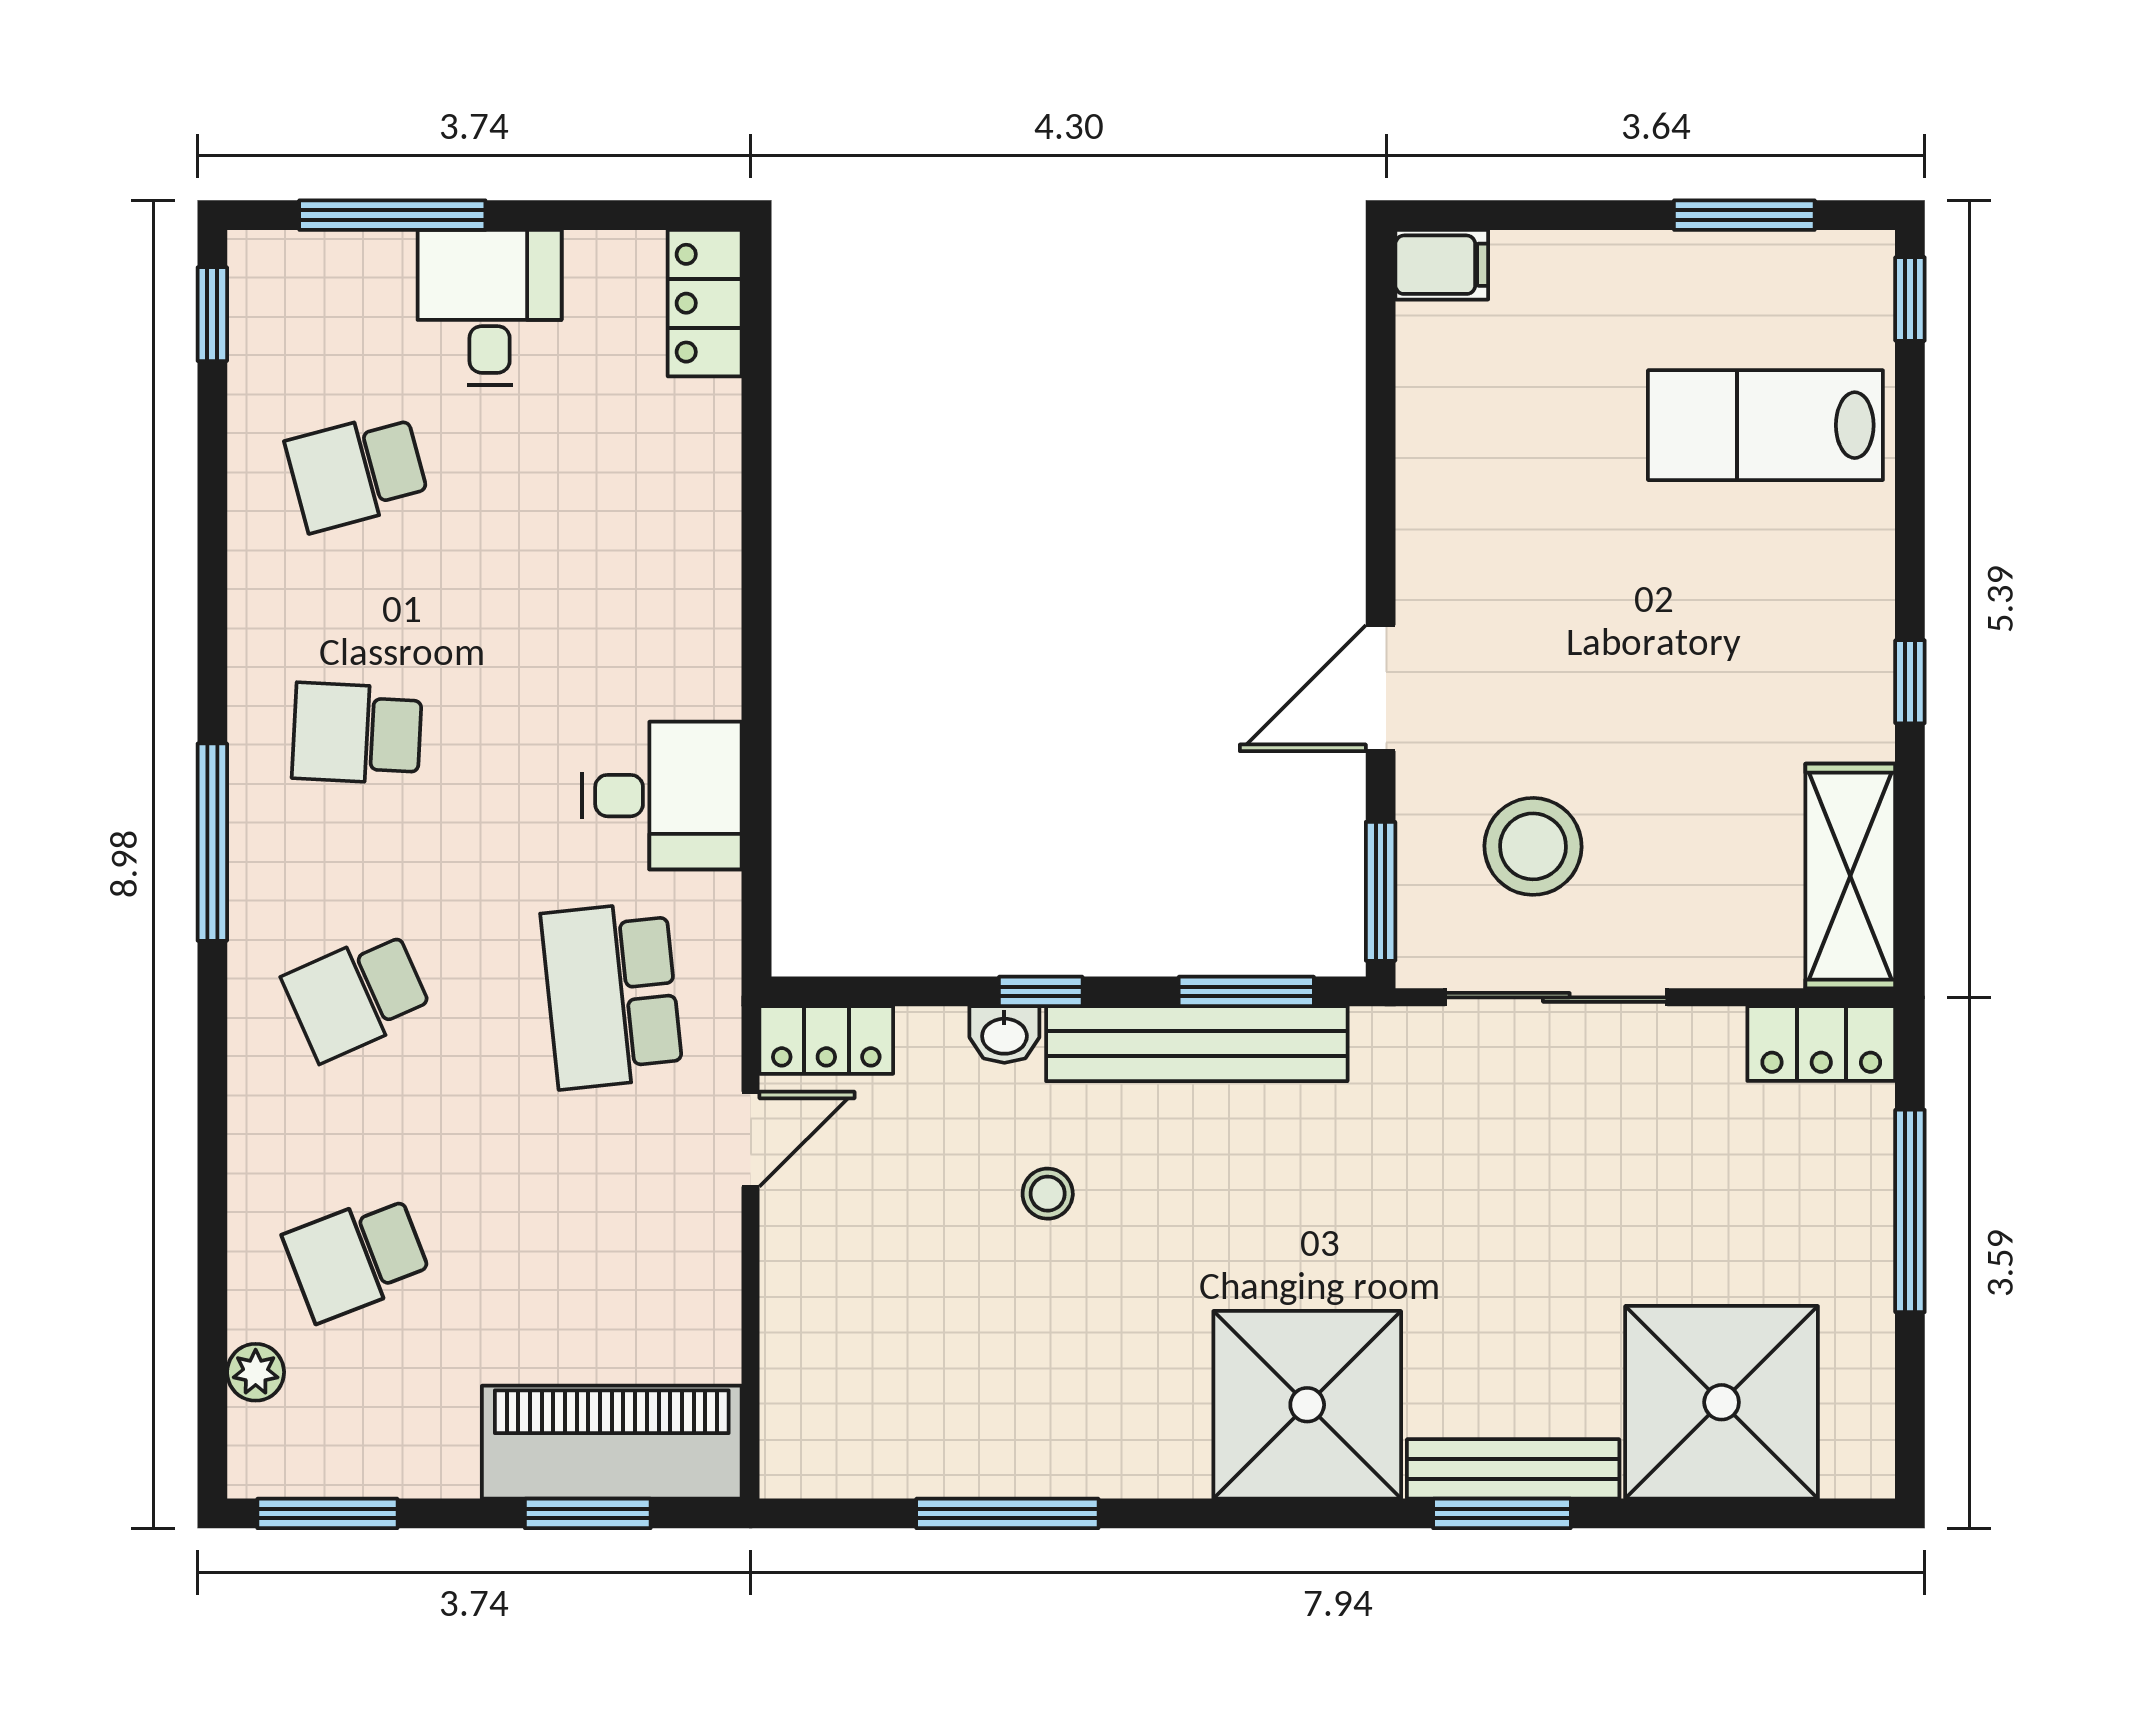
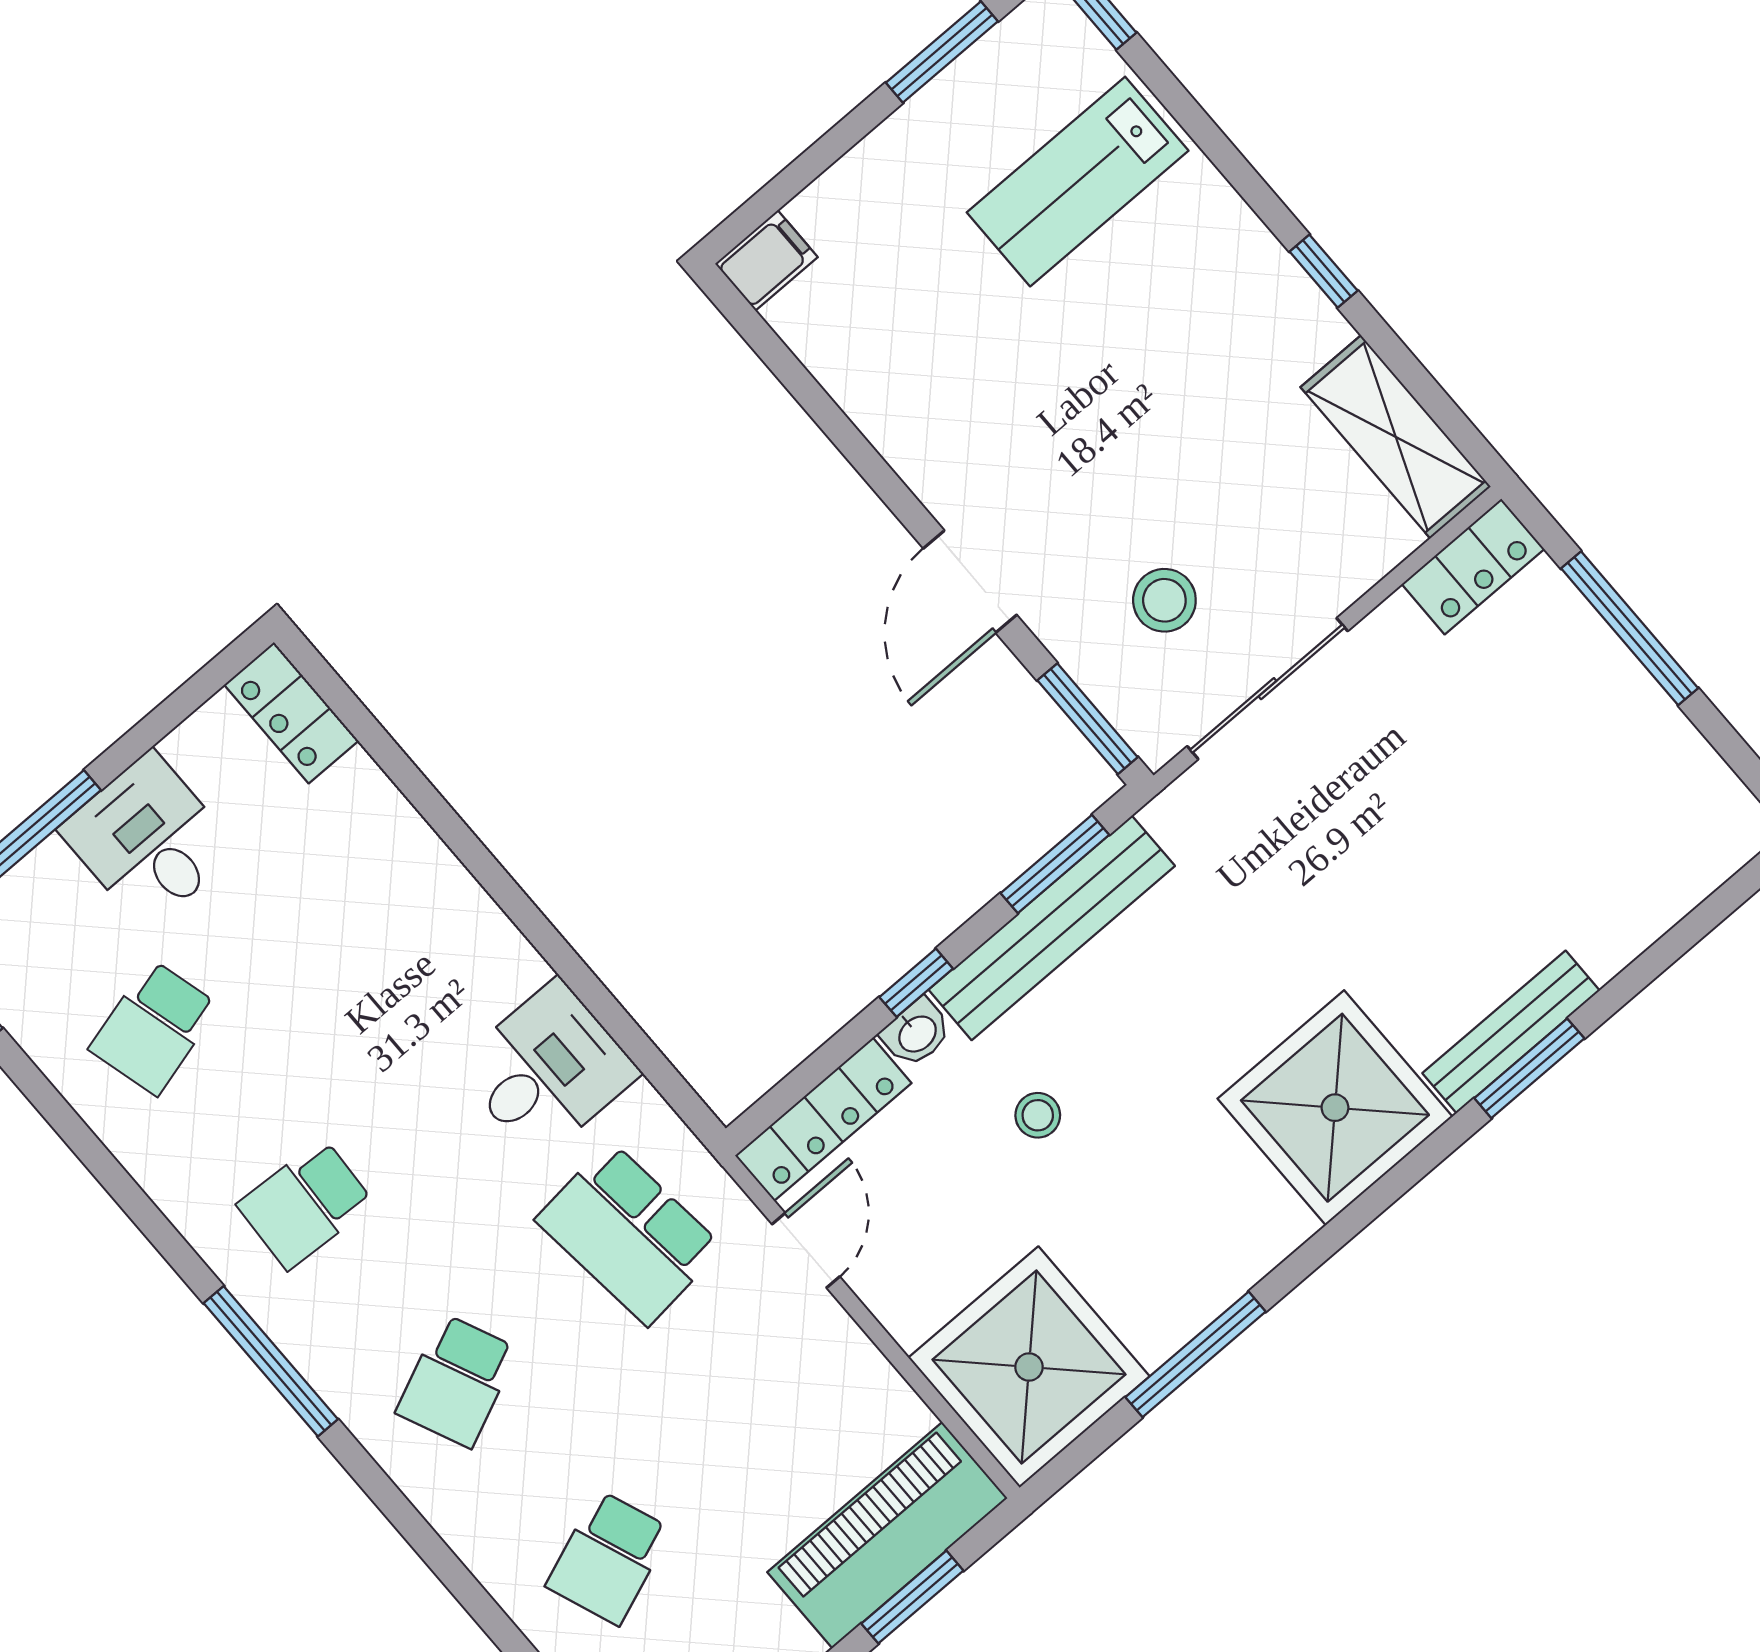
stool: (1533, 846) -> (1164, 600), width x0.73, depth x0.73
locker: (826, 1040) -> (823, 1119), width x1.53
shower: (1722, 1402) -> (1029, 1367), moved

